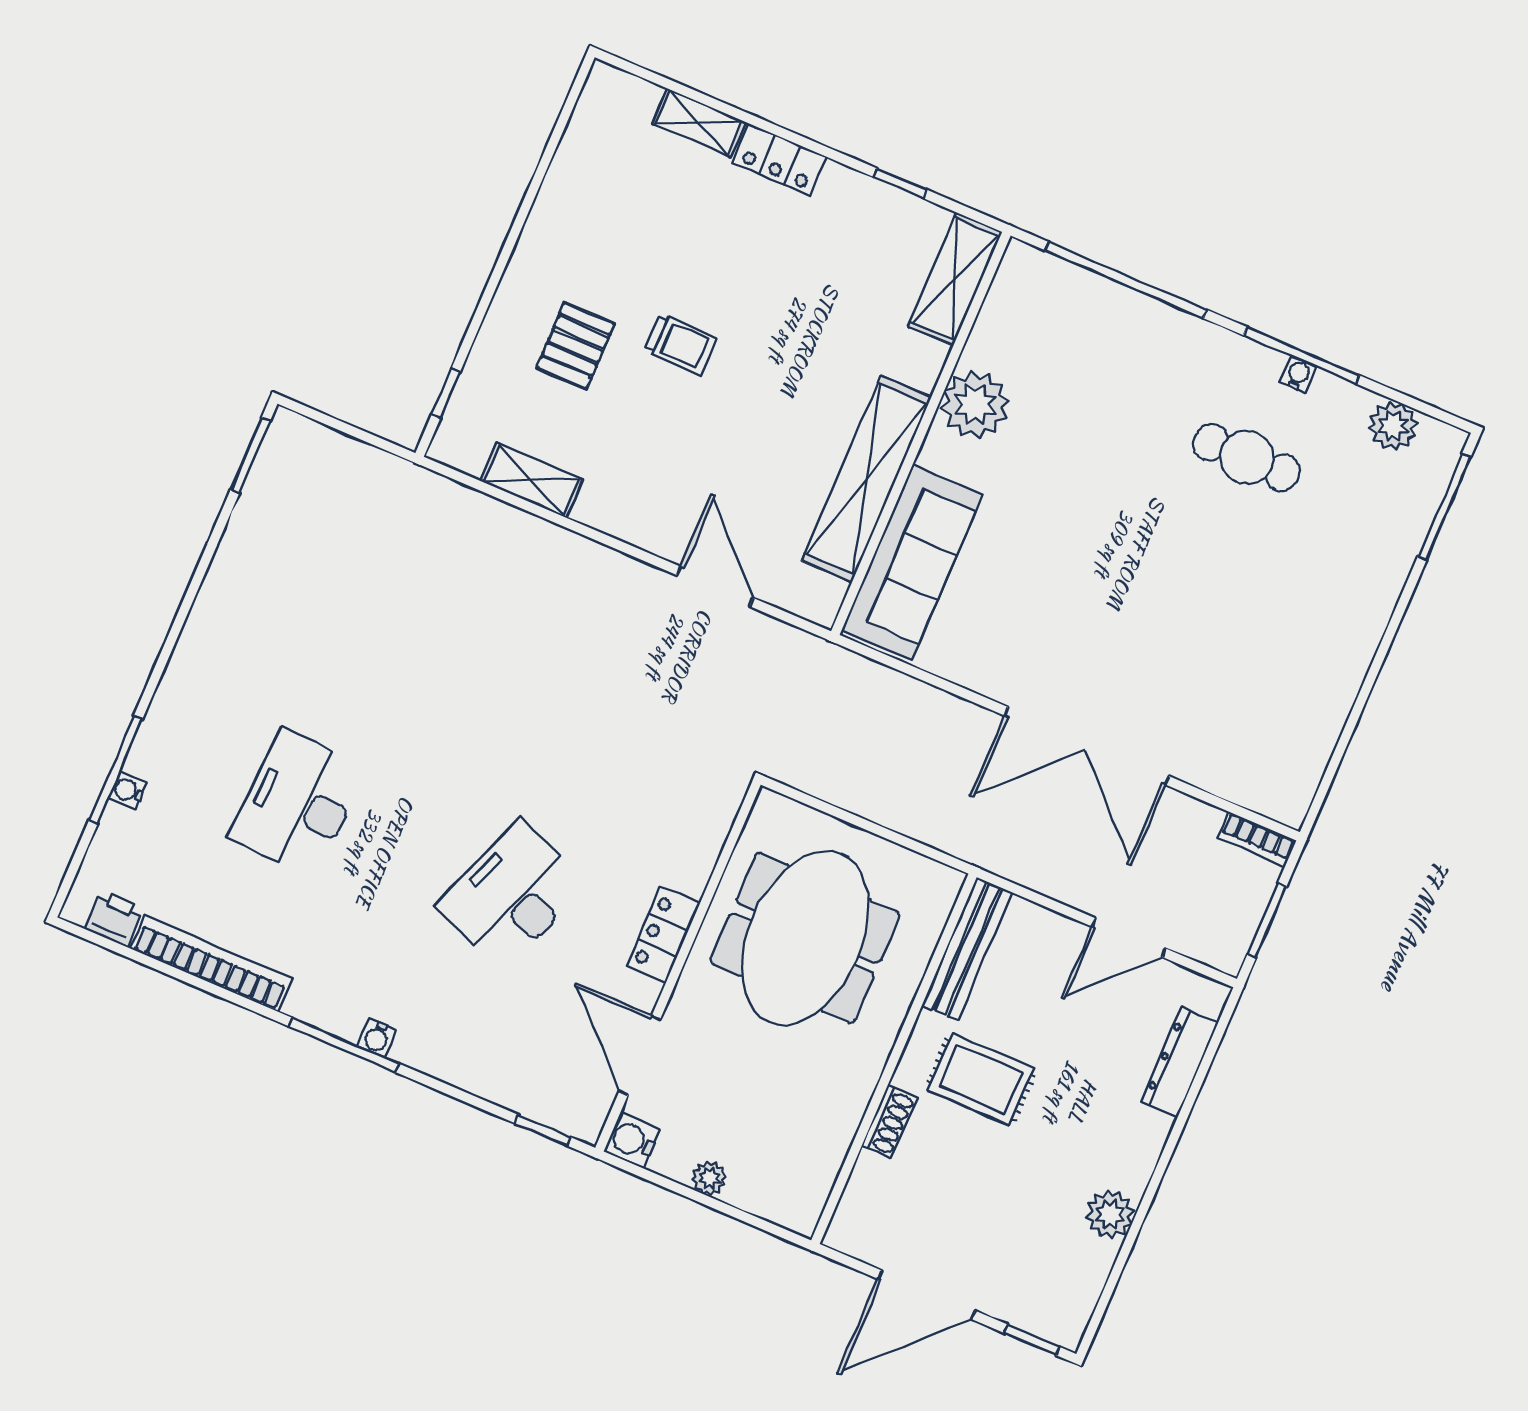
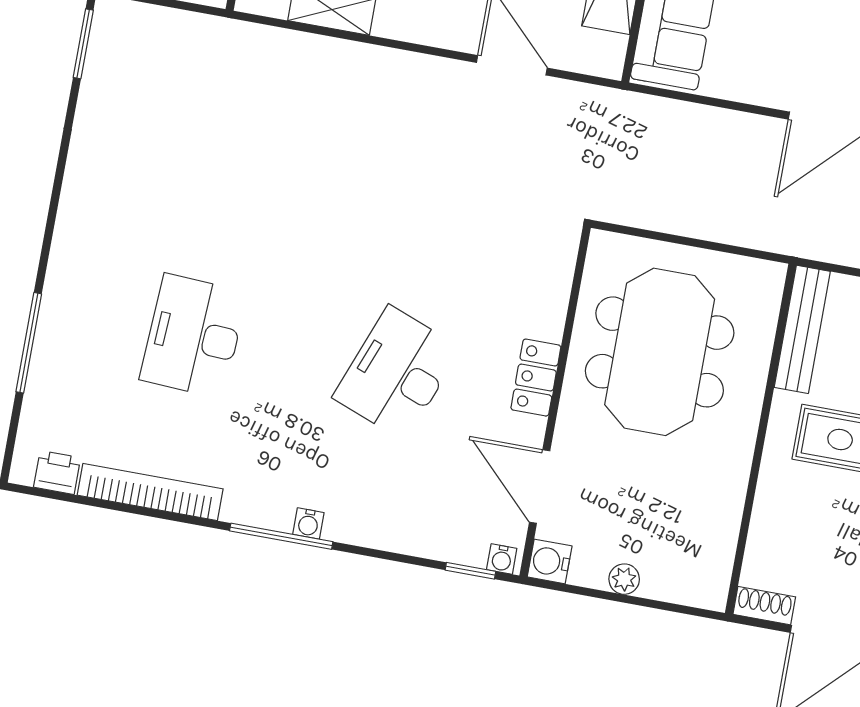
water cooler: (128, 791) -> (502, 559), moved, turned -90
shoe rack: (889, 1122) -> (764, 606), moved, turned -90

